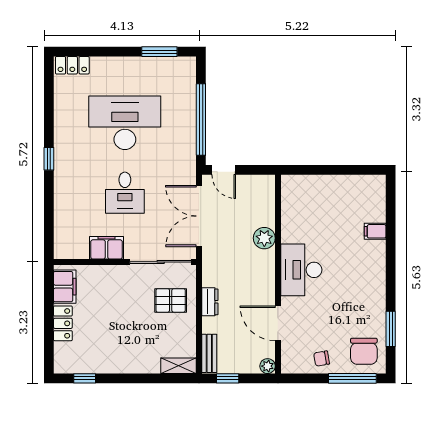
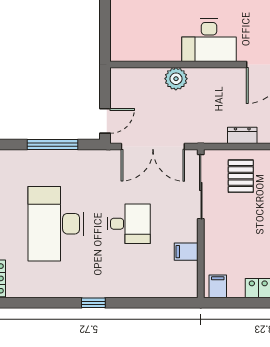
window: (201, 120) -> (53, 145), width x0.68
filing cabinet: (106, 248) -> (186, 252), width x0.50
filing cabinet: (65, 287) -> (218, 286), width x0.50

